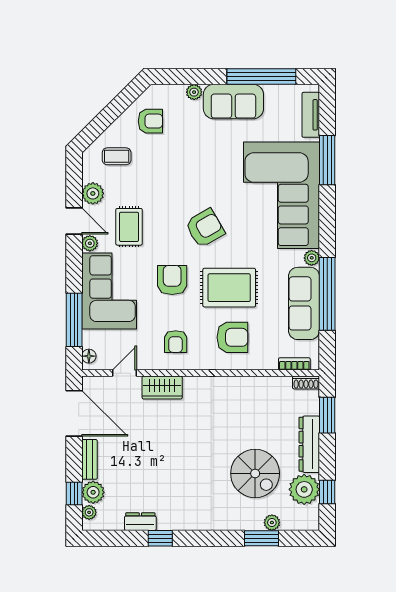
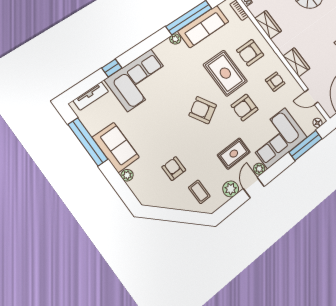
armchair: (150, 121) -> (174, 169), moved
window: (327, 160) -> (112, 68), width x0.46
corner sofa: (281, 195) -> (139, 80), width x0.73, depth x0.74
armchair: (232, 337) -> (250, 53), turned -90
wardrobe: (251, 387) -> (268, 25), added
wardrobe: (162, 388) -> (296, 62), moved

